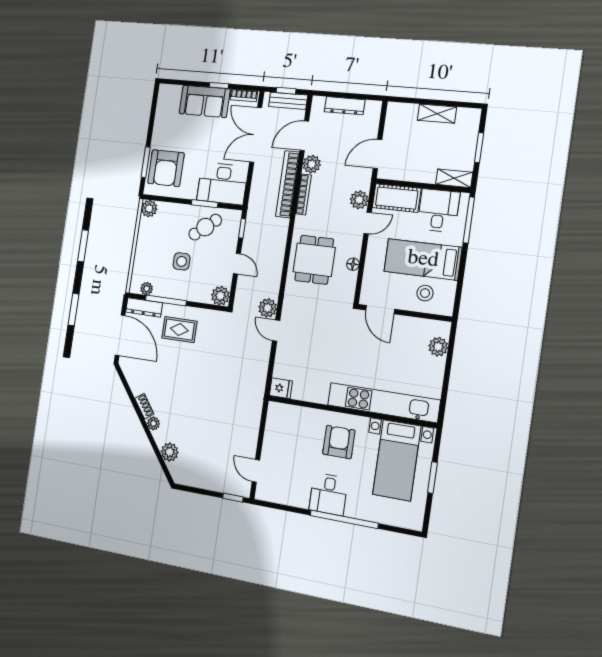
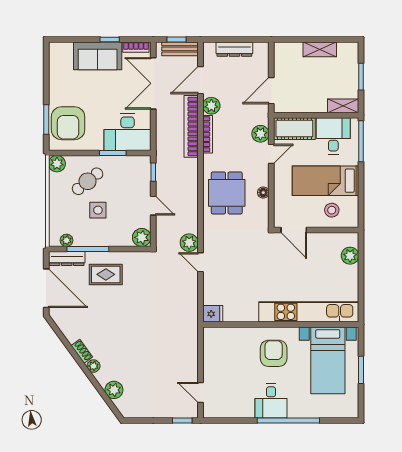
cafe table: (205, 227) -> (88, 181), moved

